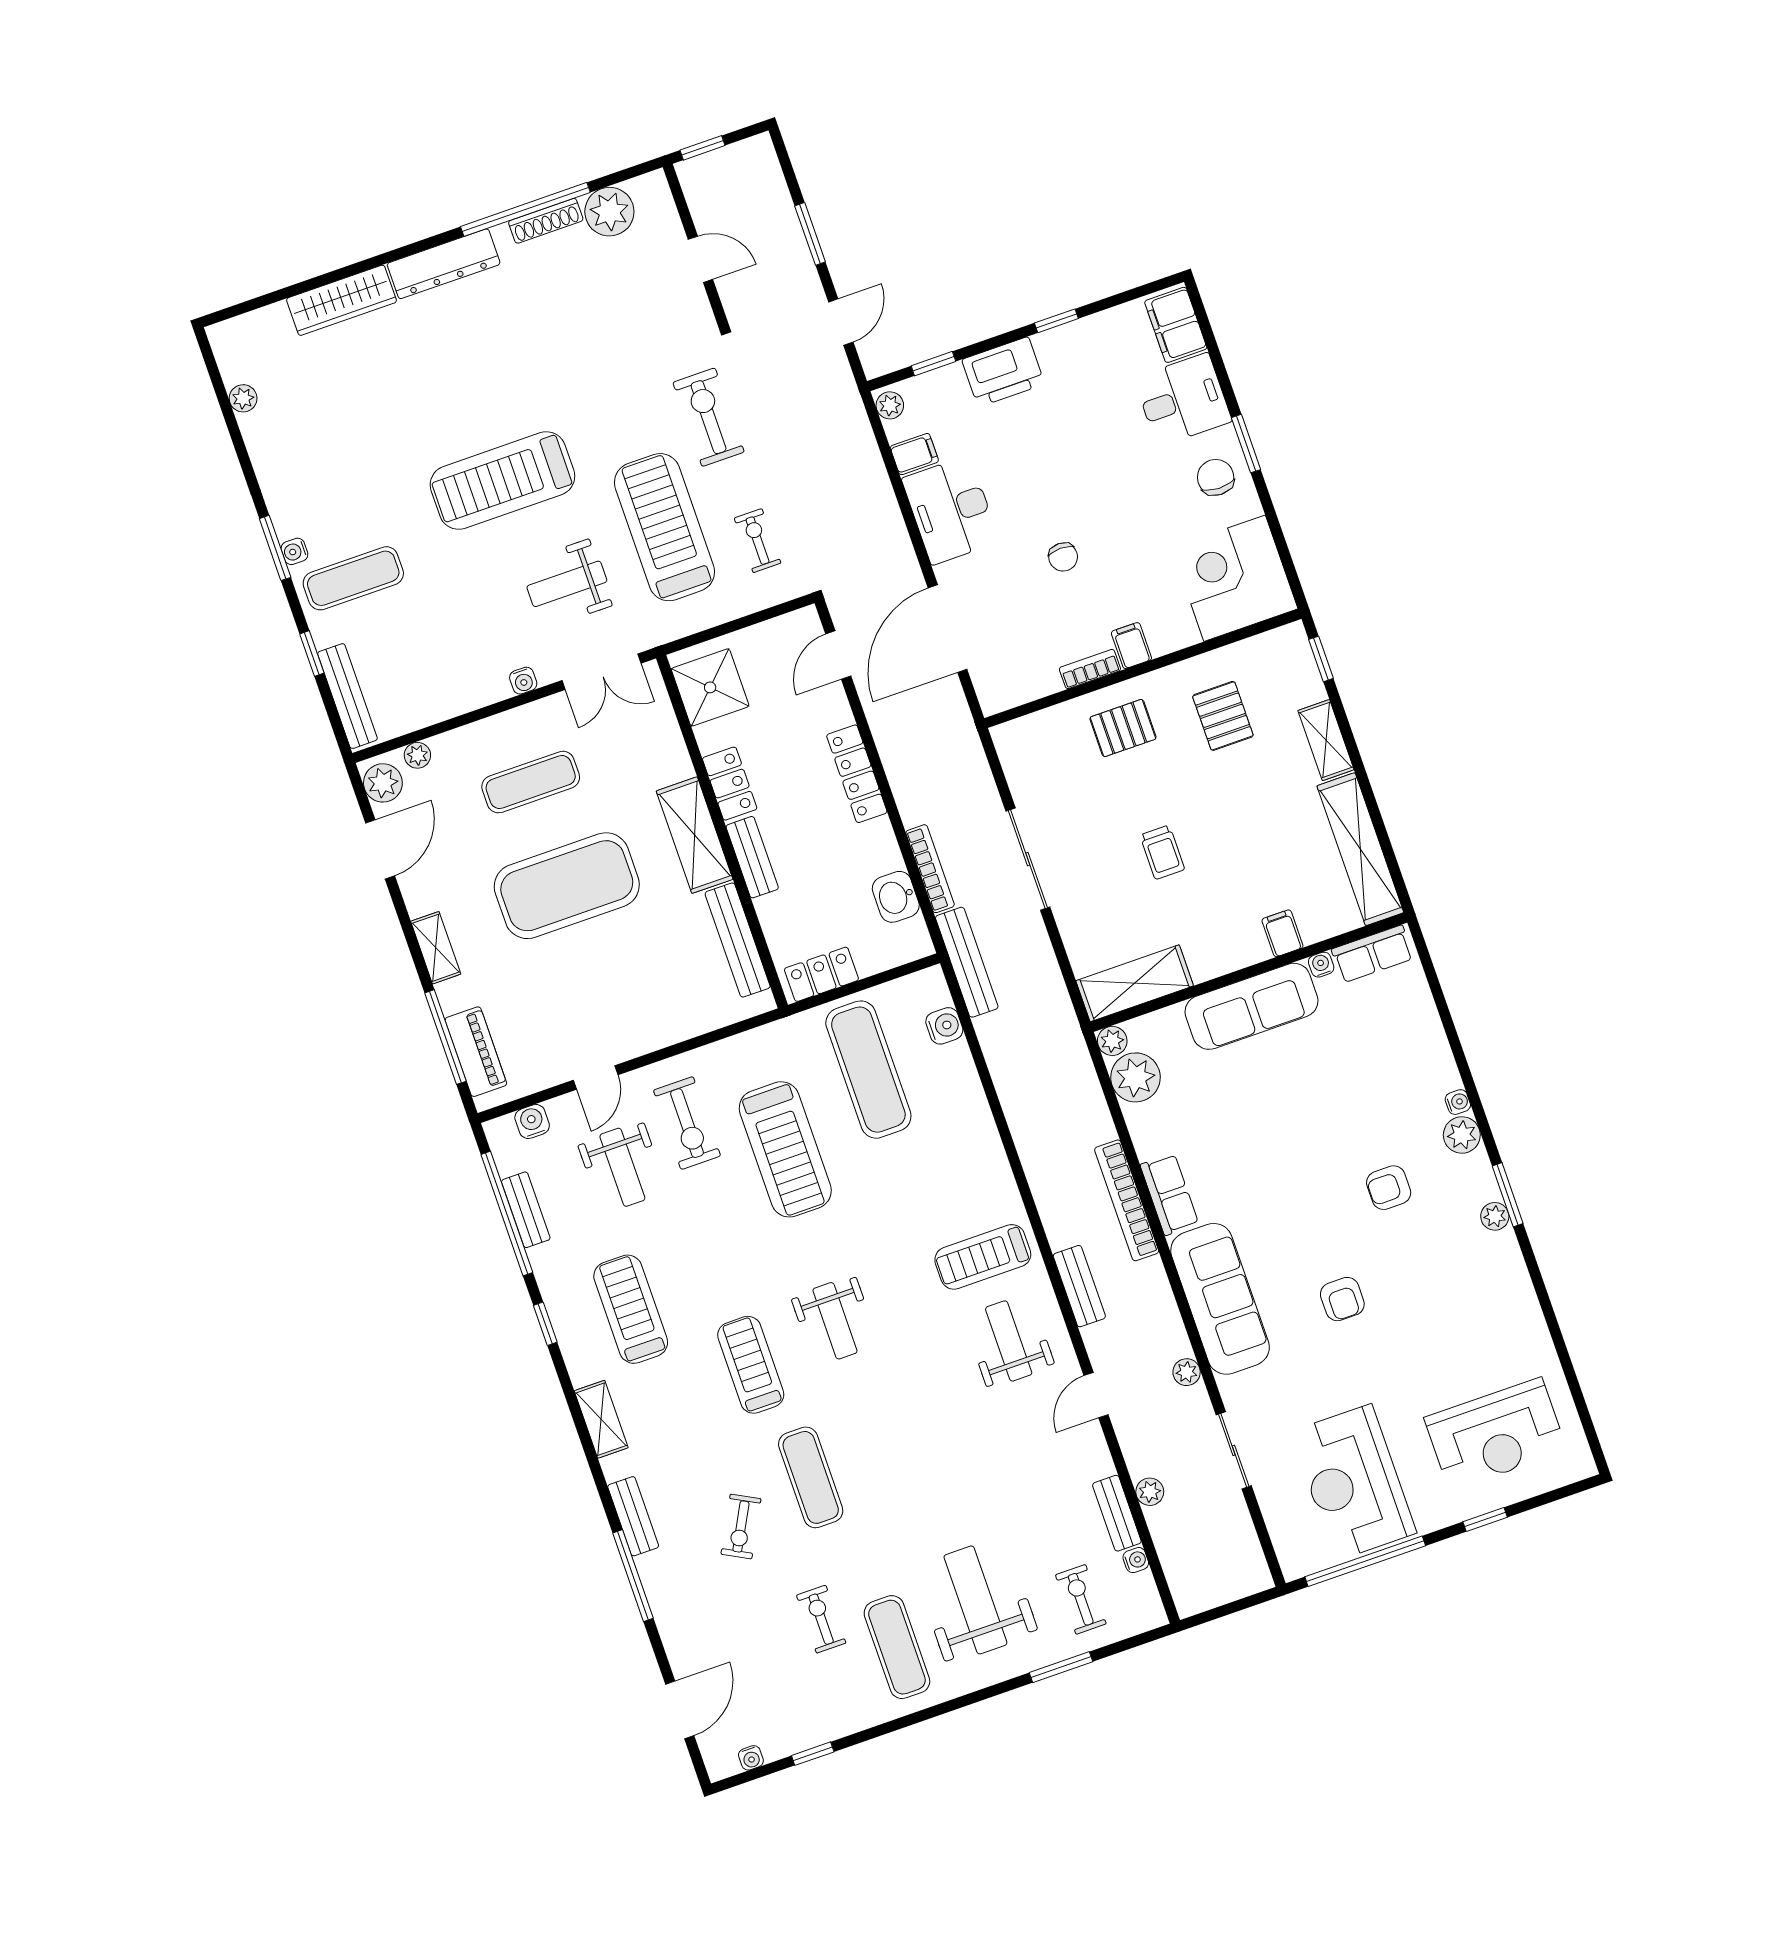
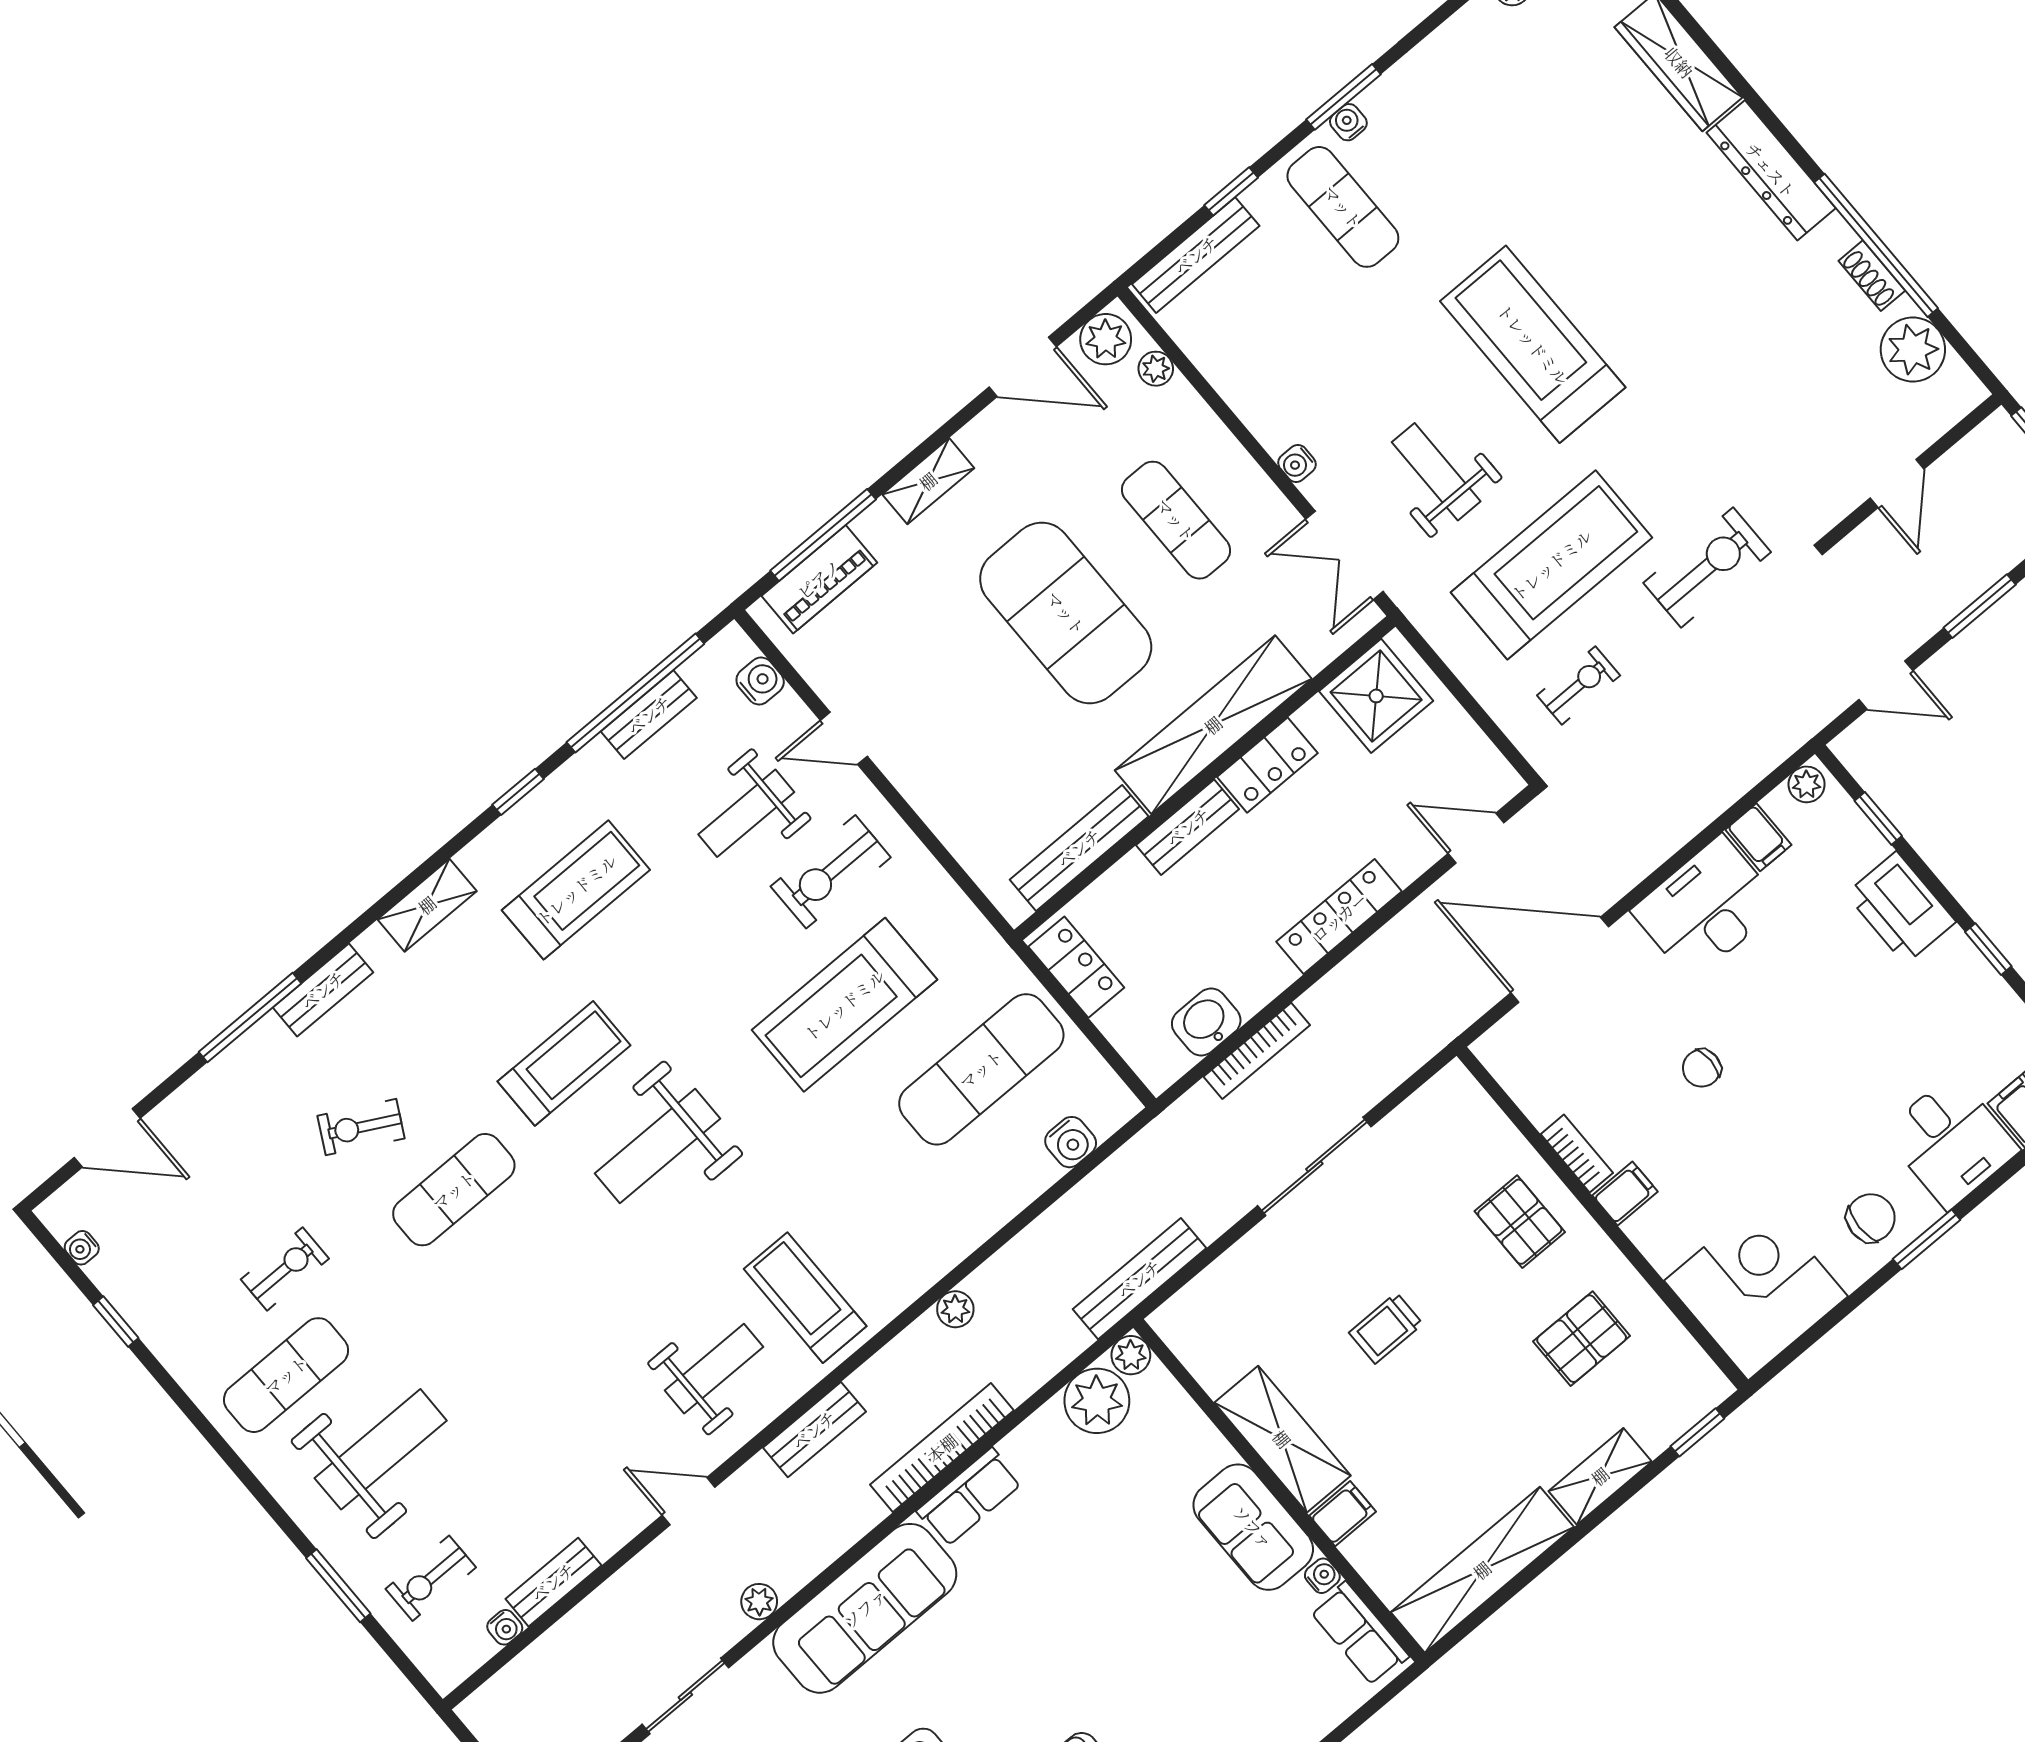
shoe rack: (546, 221) -> (1872, 276), width x0.70
shelving: (695, 835) -> (1213, 725), width x1.47
bench: (967, 962) -> (1139, 1279), moved
shelving: (1135, 983) -> (1282, 1439), moved
sofa: (1251, 1006) -> (1253, 1527), width x0.73
weight bench: (835, 1321) -> (657, 1146), width x1.36, depth x1.33
plant: (1150, 1492) -> (955, 1309), moved
exercise bike: (1081, 1599) -> (431, 1578), turned 180

